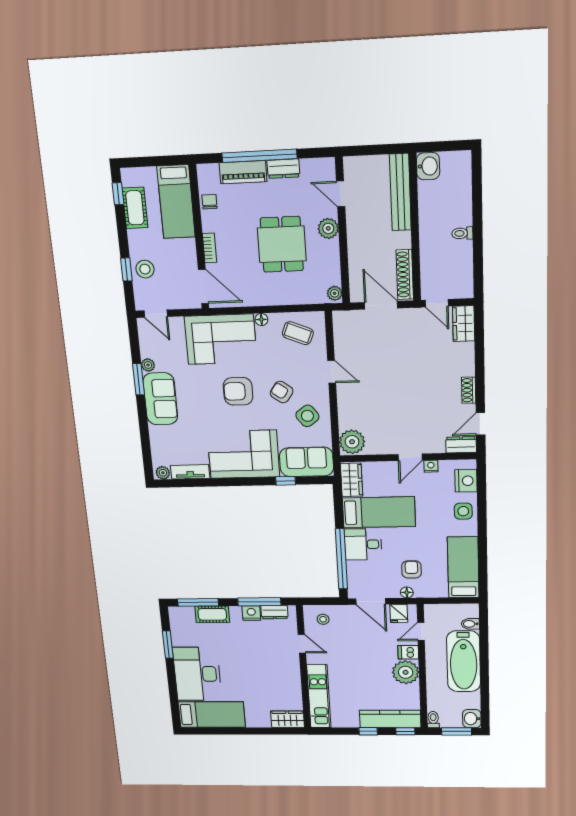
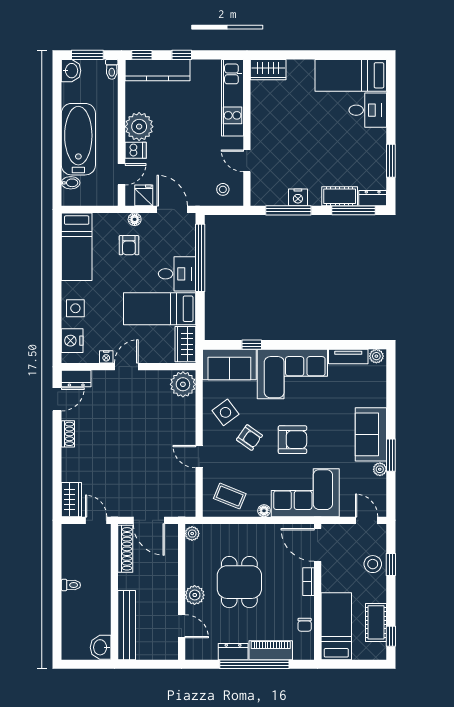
dresser: (274, 612) -> (373, 198), moved
desk: (197, 674) -> (368, 110), width x0.53, depth x0.77

